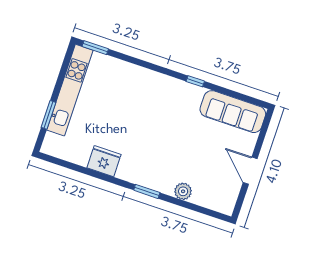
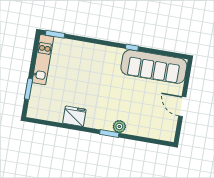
kitchen unit: (70, 90) -> (43, 60), width x0.73
sofa: (233, 112) -> (154, 67), width x1.36, depth x1.27
plant: (183, 191) -> (119, 127), moved

